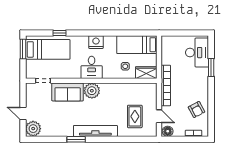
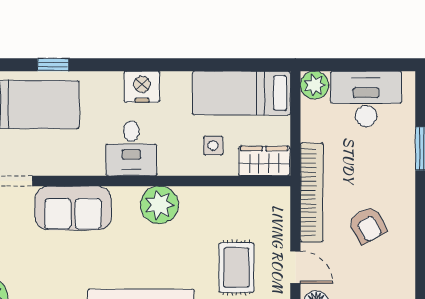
plant: (167, 41) -> (315, 85), added
desk: (197, 53) -> (366, 99), moved, turned -90
plant: (92, 91) -> (159, 205), moved
armchair: (197, 110) -> (368, 225), moved

